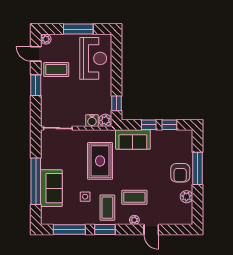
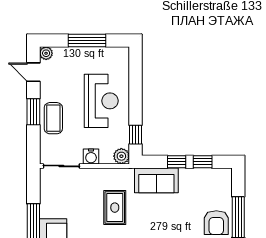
reception desk: (93, 58) -> (101, 101), moved
coffee table: (56, 70) -> (53, 118), moved, turned 90
water cooler: (92, 121) -> (91, 156), moved
rug: (100, 161) -> (115, 208), width x0.73, depth x0.70

